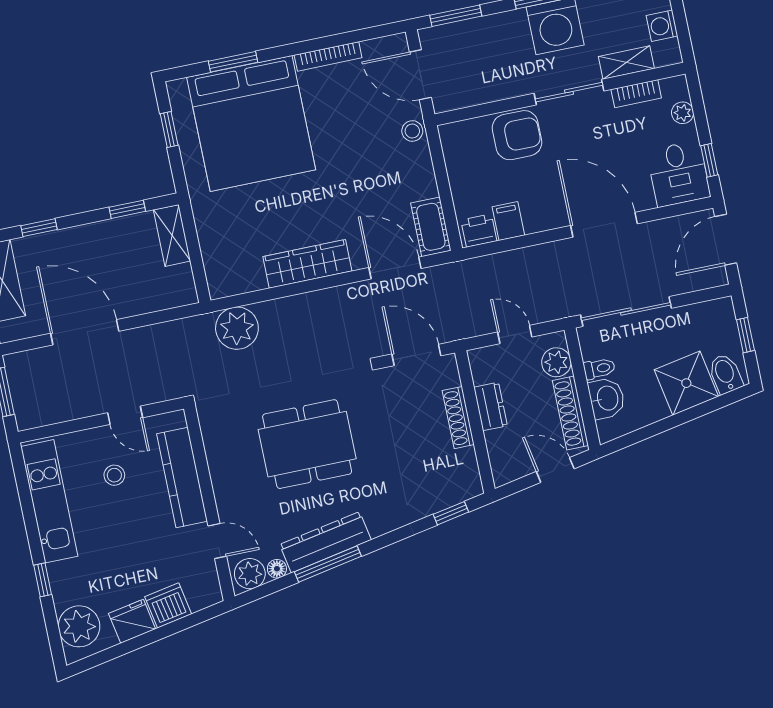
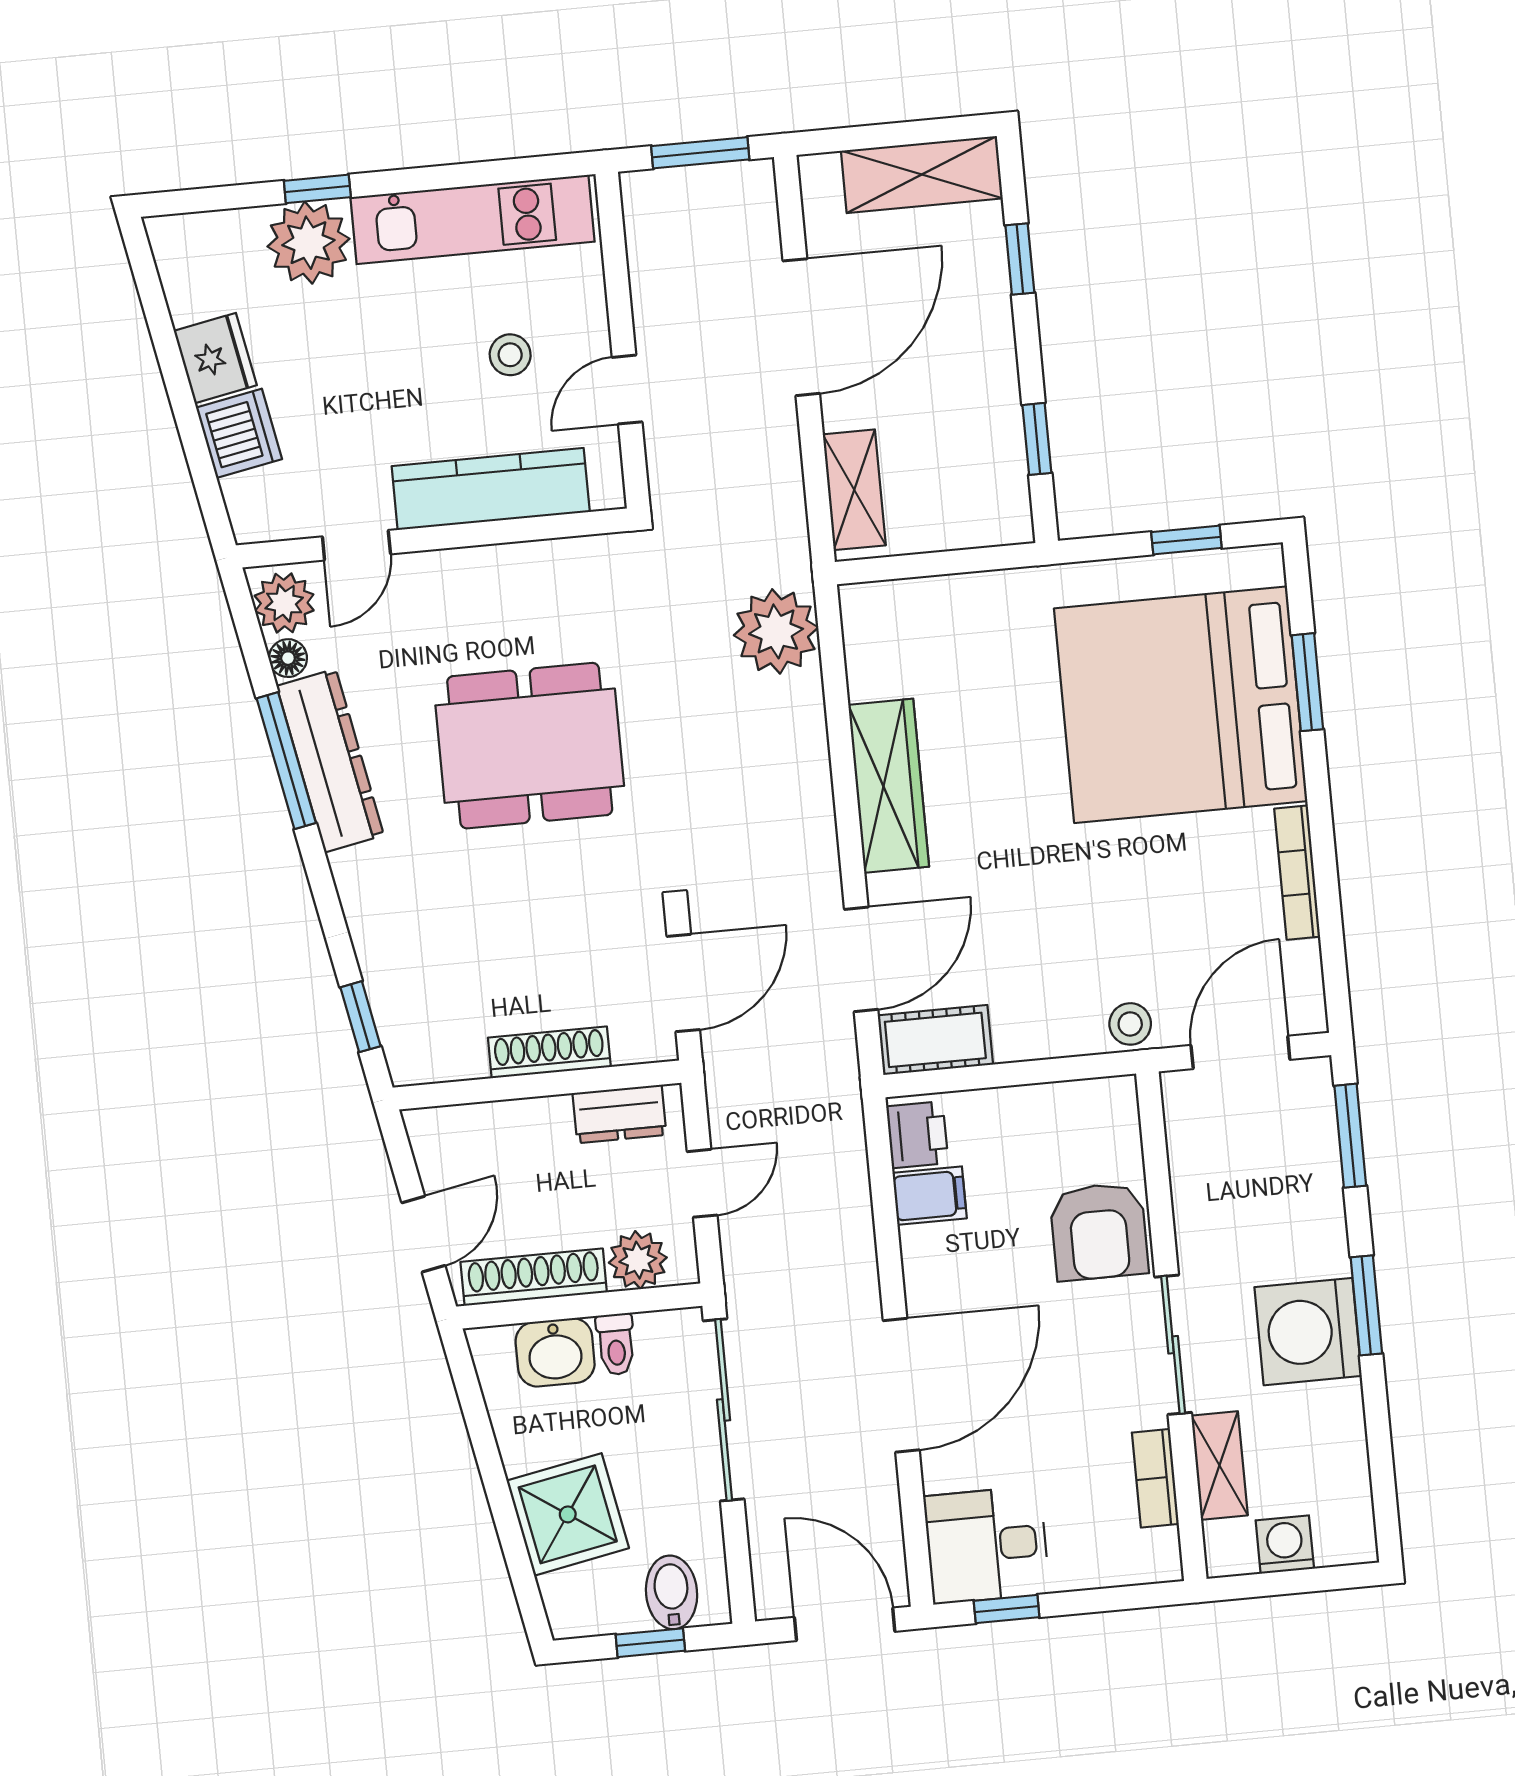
plant: (683, 113) -> (1107, 1566), removed
shelving: (172, 235) -> (854, 490), moved, turned 90
bidet: (725, 374) -> (672, 1592), moved, turned -79
dresser: (491, 407) -> (619, 1114), moved
dining table: (307, 444) -> (530, 746), turned 90
plant: (79, 626) -> (308, 243), moved

